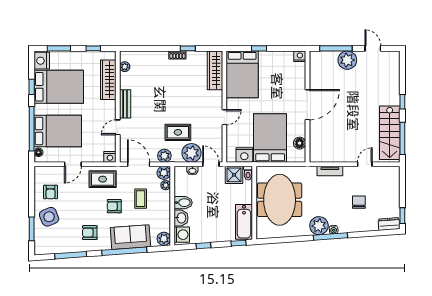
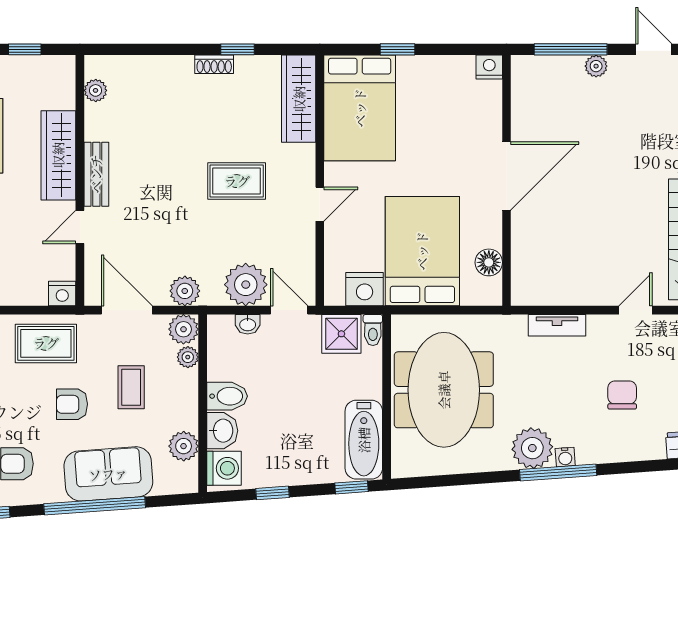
plant: (347, 60) -> (596, 66), width x0.53, depth x0.53
wardrobe: (108, 80) -> (58, 155), moved
rug: (178, 132) -> (237, 181), moved
plant: (164, 239) -> (184, 446), moved

